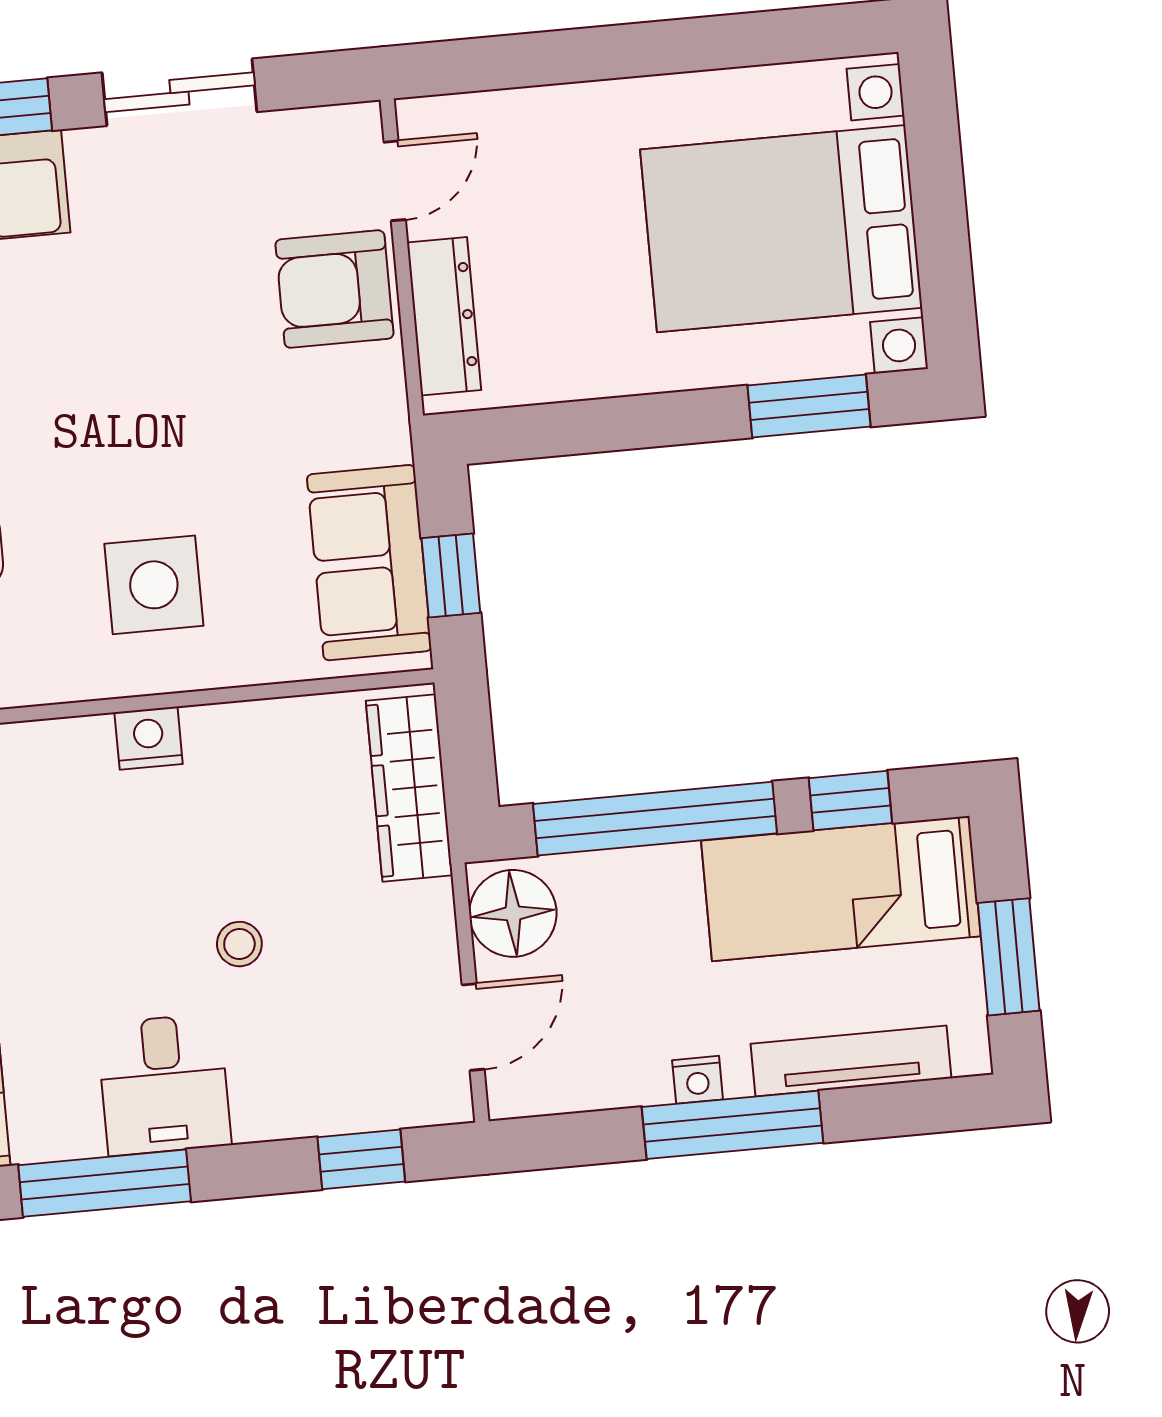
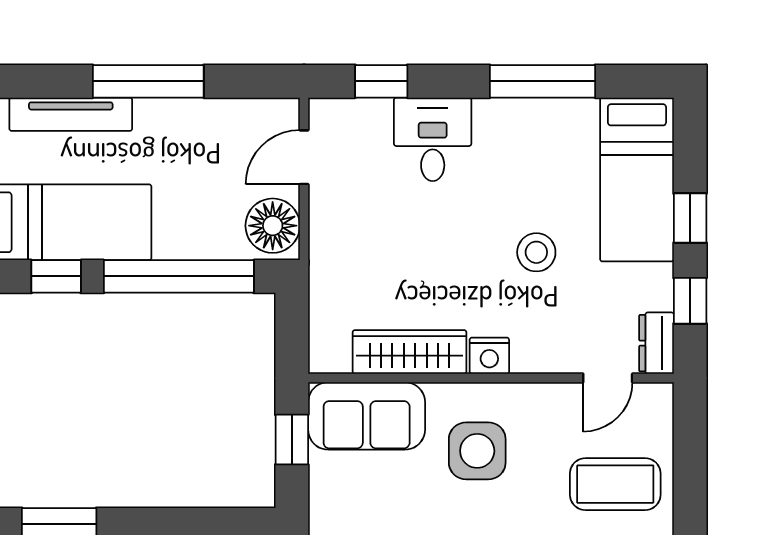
sofa: (369, 563) -> (367, 416), moved, turned 90
wardrobe: (409, 788) -> (410, 352), moved, turned -90
stool: (239, 944) -> (536, 252), moved, width x1.37, depth x1.37
nightstand: (698, 1080) -> (167, 111), removed
desk: (164, 1084) -> (433, 139), moved

